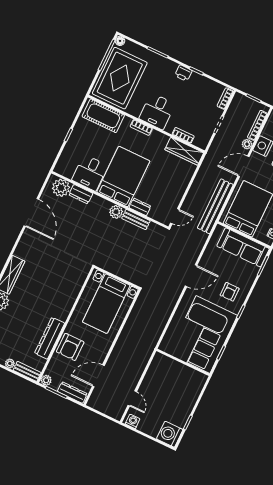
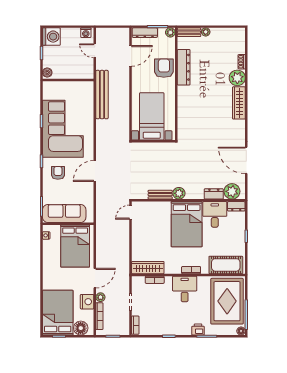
printer: (183, 73) -> (198, 329), moved
bench: (215, 206) -> (102, 95), moved
dresser: (140, 207) -> (236, 206), moved
wall: (183, 362) -> (68, 80), moved
boiler: (191, 400) -> (47, 72), added

